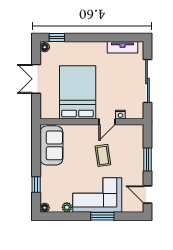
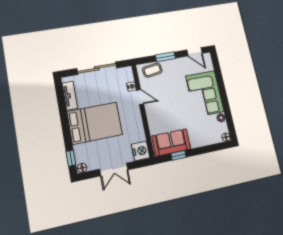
bed: (78, 92) -> (95, 123), moved, turned 180
nightstand: (49, 111) -> (141, 151), added
coffee table: (103, 155) -> (152, 70), moved
window: (36, 184) -> (178, 155), moved
door: (147, 194) -> (195, 52), hinge flipped
window: (102, 216) -> (221, 86), removed

